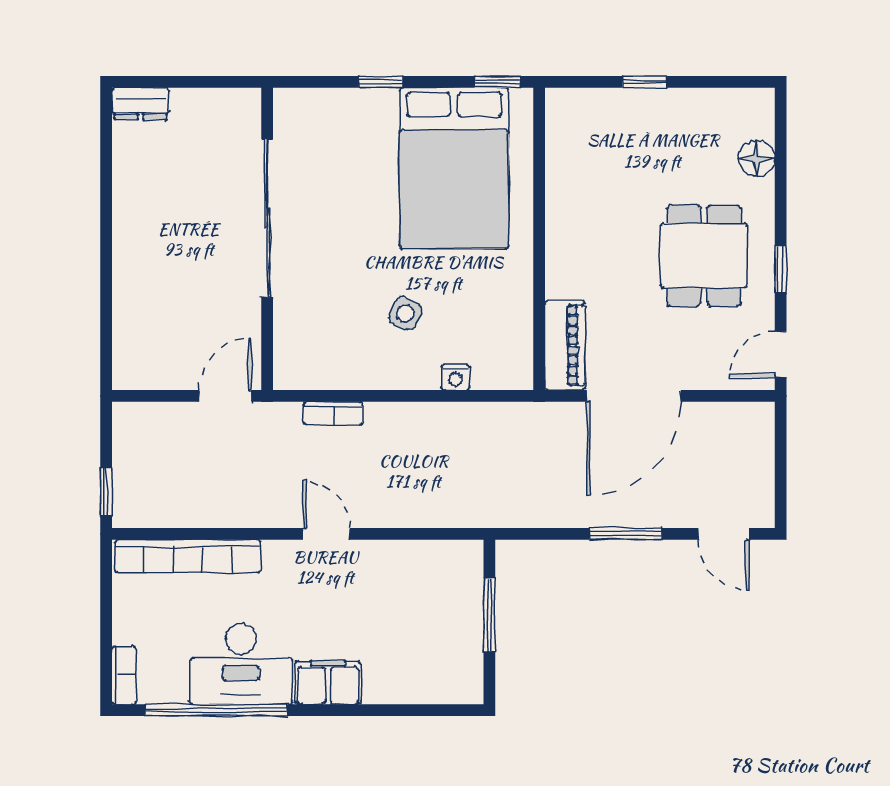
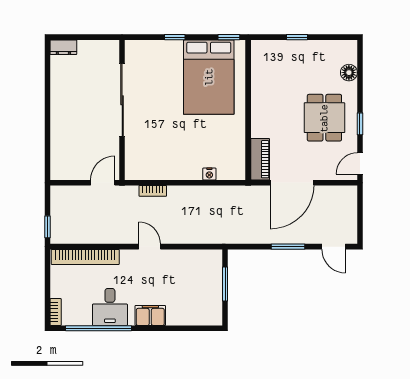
side table: (405, 313) -> (186, 144), removed
desk: (241, 664) -> (110, 307), width x0.73

